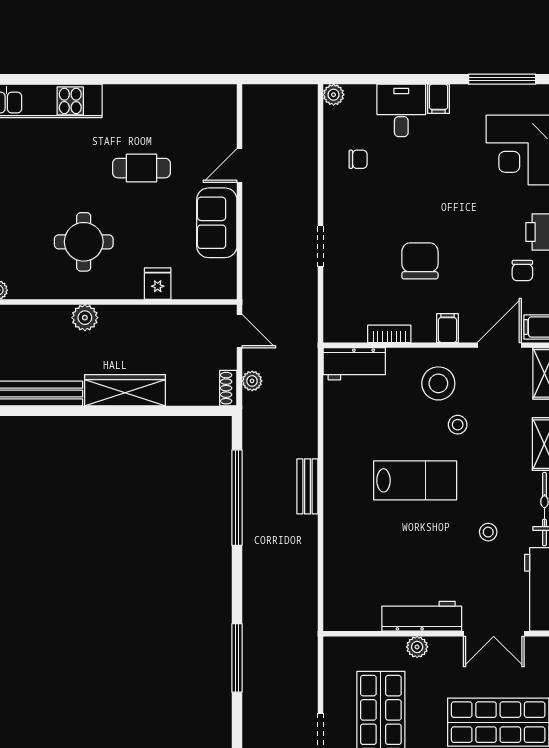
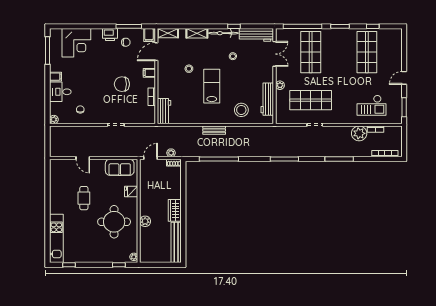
sofa: (217, 223) -> (120, 167), moved
round table: (84, 242) -> (114, 222), width x1.36, depth x1.36
door: (499, 345) -> (156, 52), hinge flipped
stool: (438, 383) -> (241, 110), moved
wardrobe: (125, 390) -> (175, 210), width x0.67
workbench: (422, 616) -> (267, 99), moved

